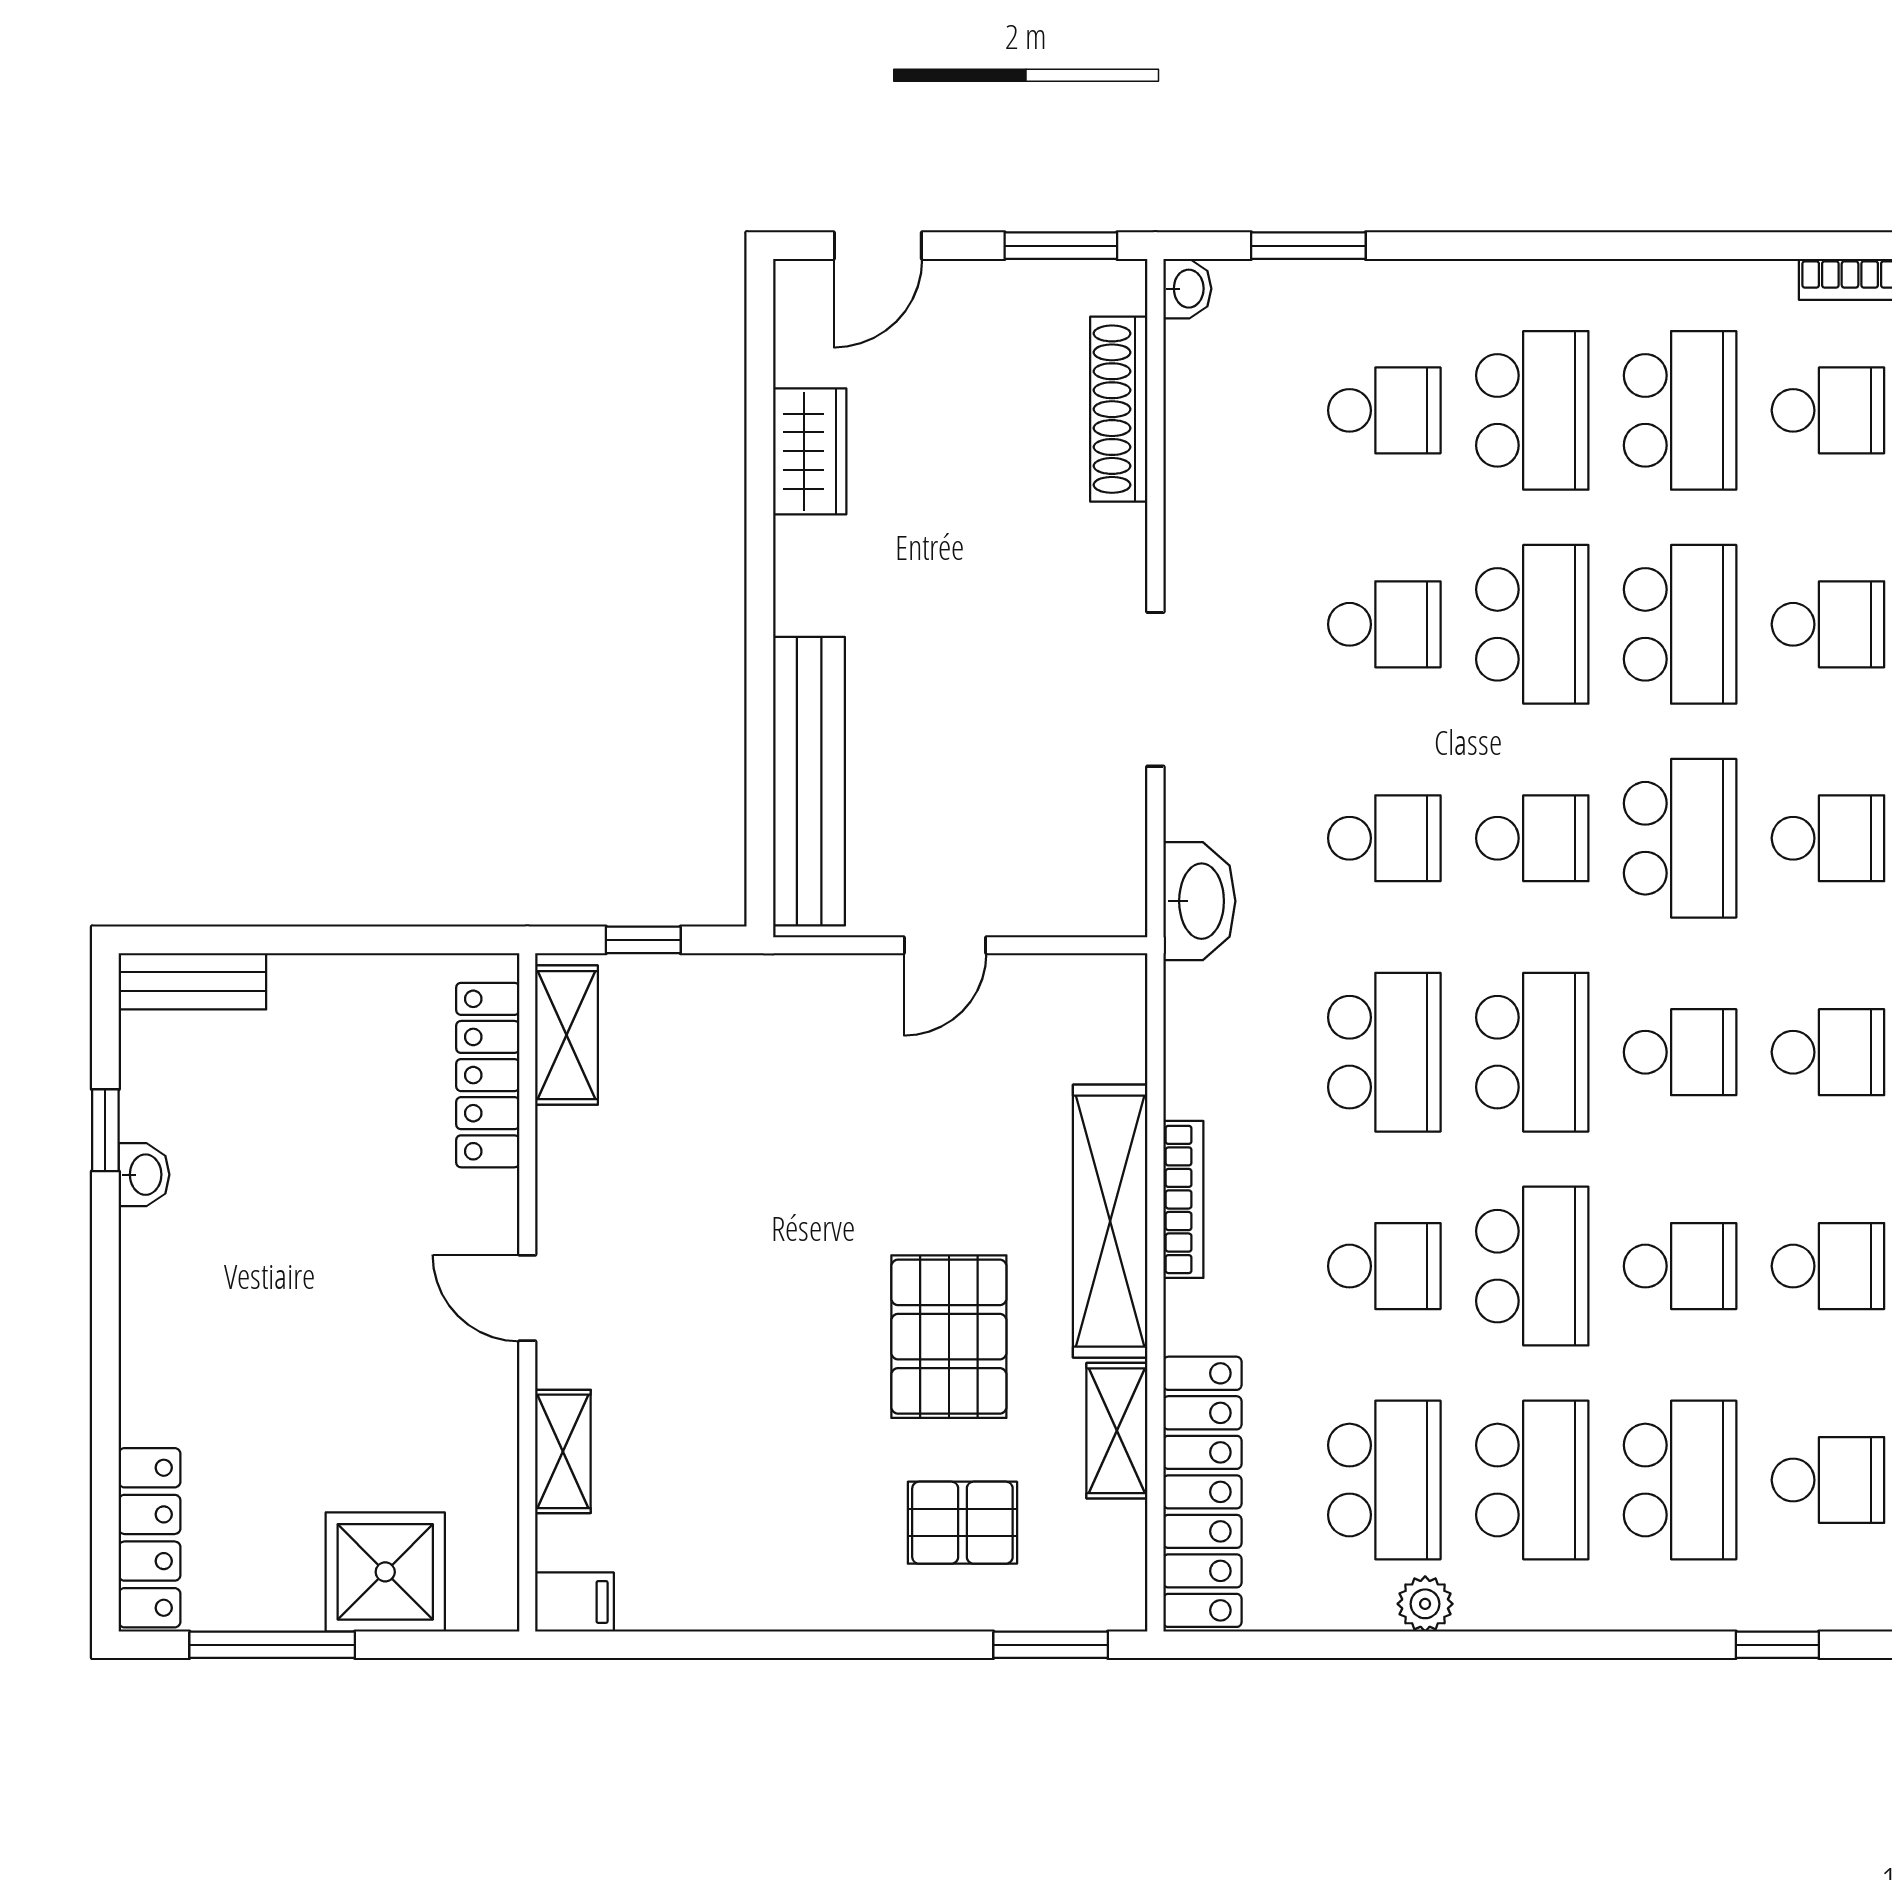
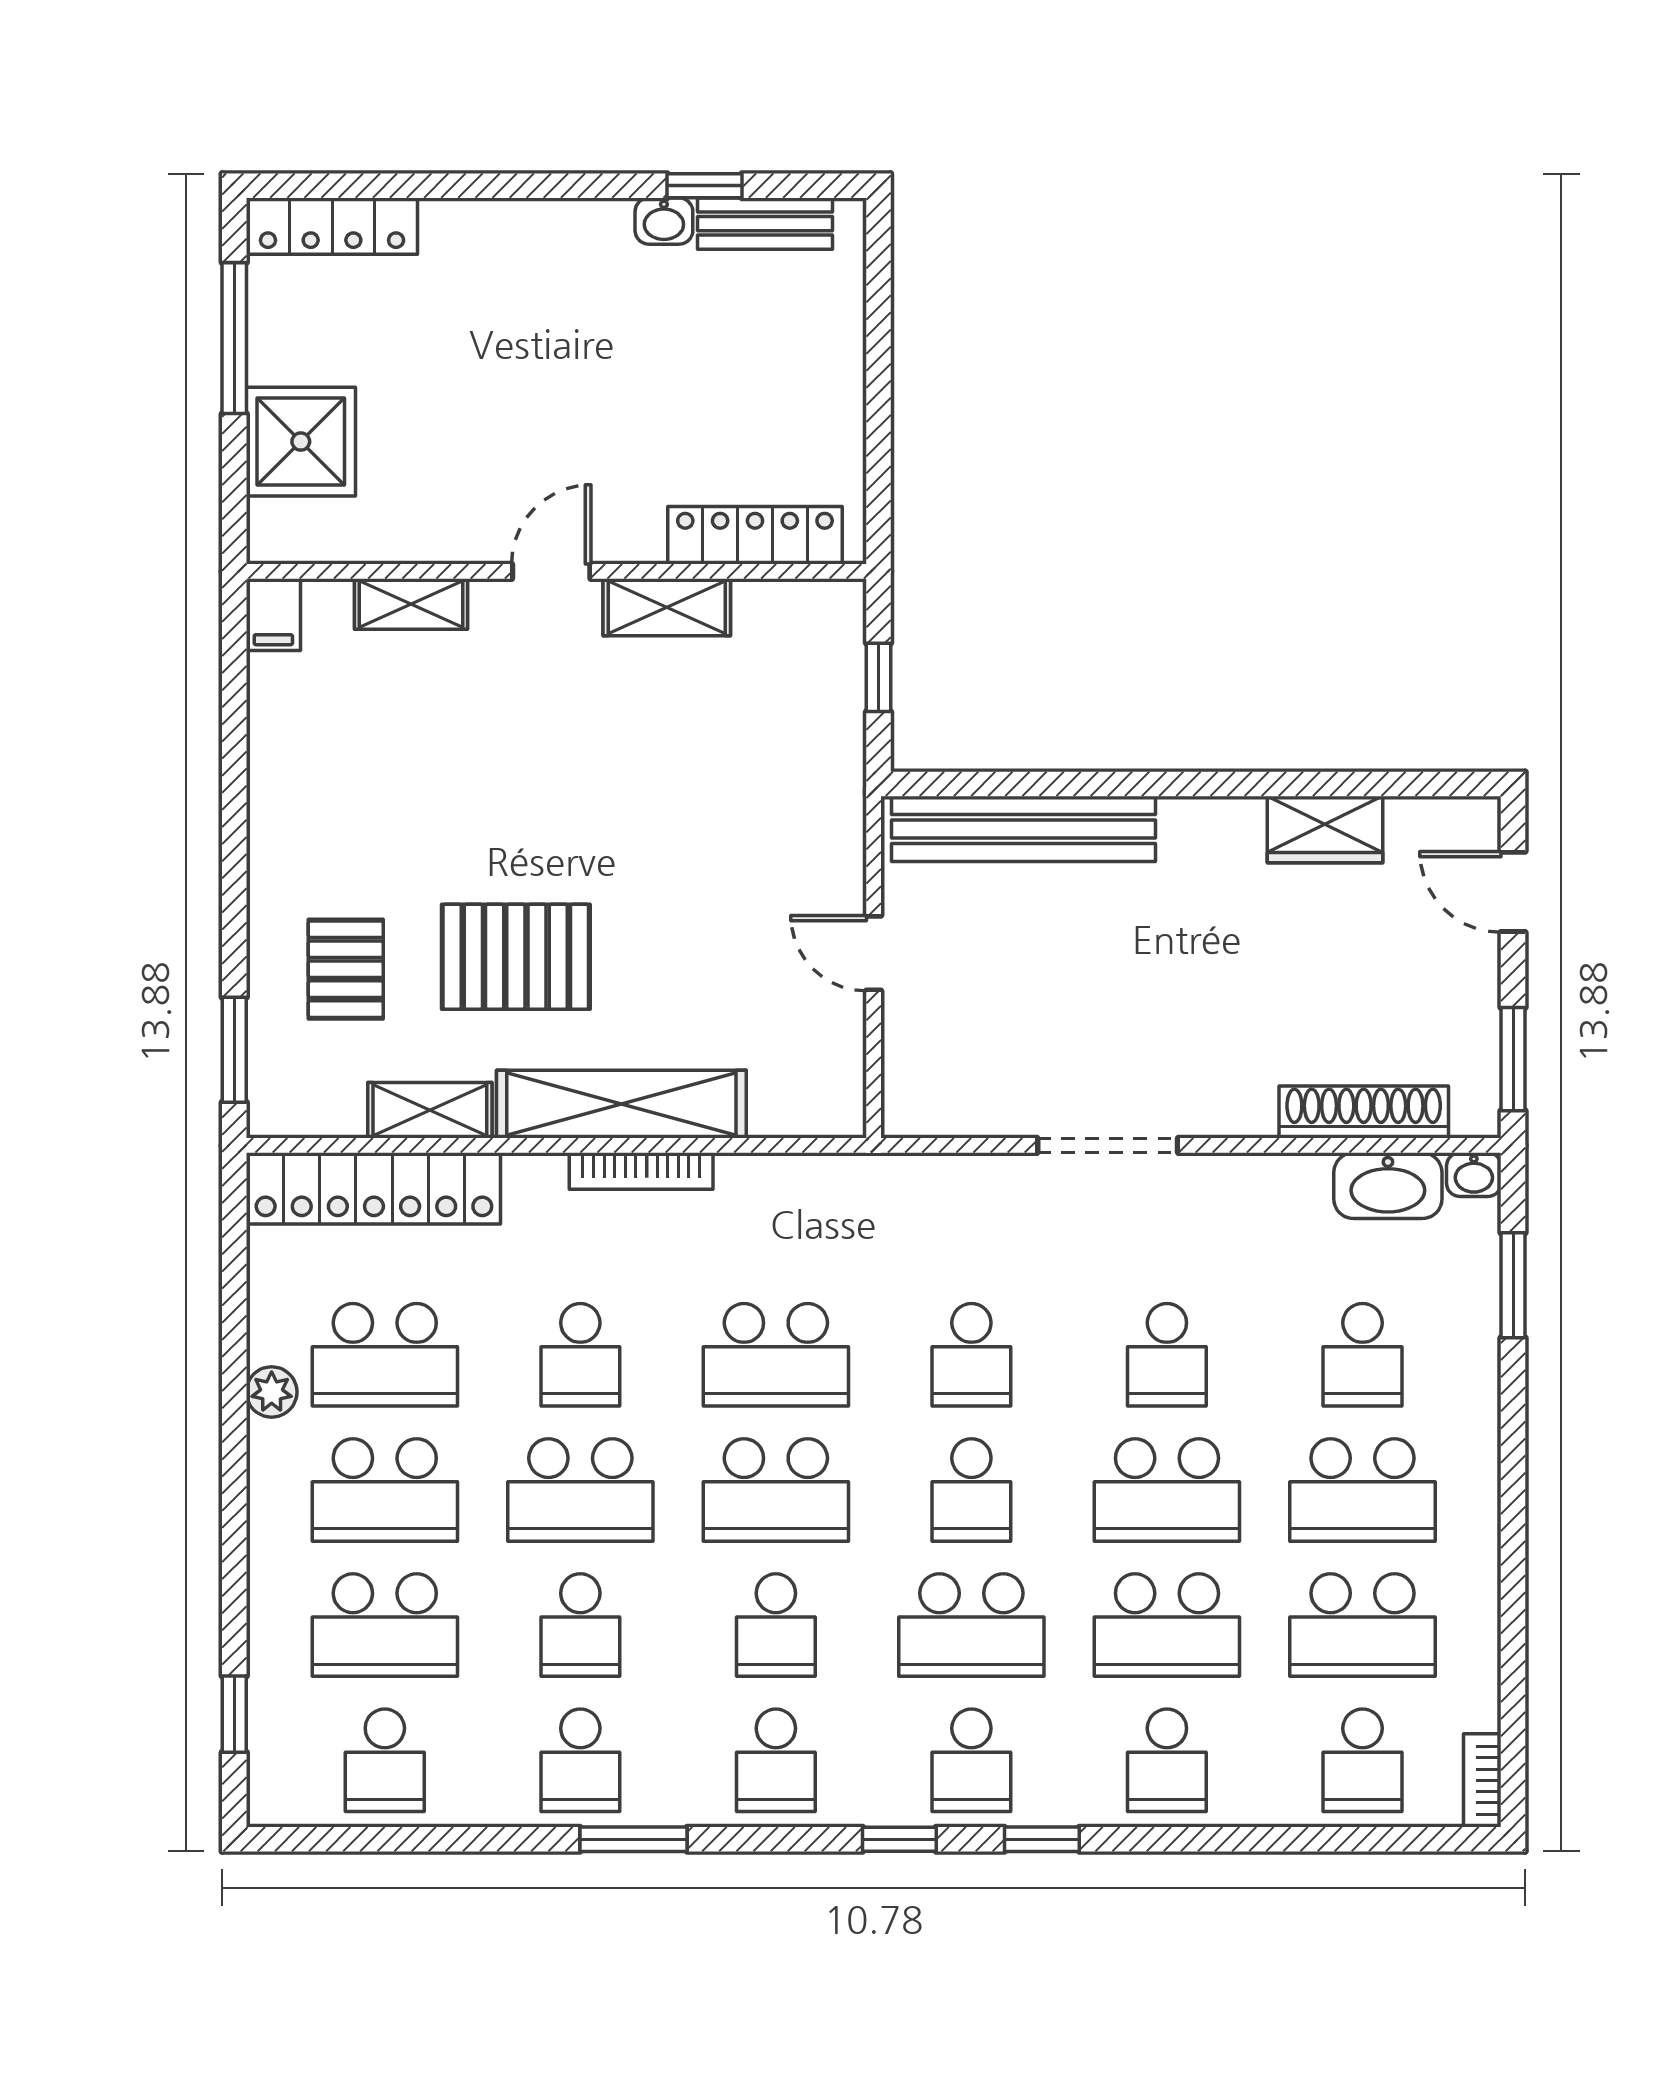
washbasin: (1199, 901) -> (1388, 1186), moved
bench: (192, 981) -> (765, 224), moved, turned 90
shelving: (566, 1035) -> (667, 607), moved

